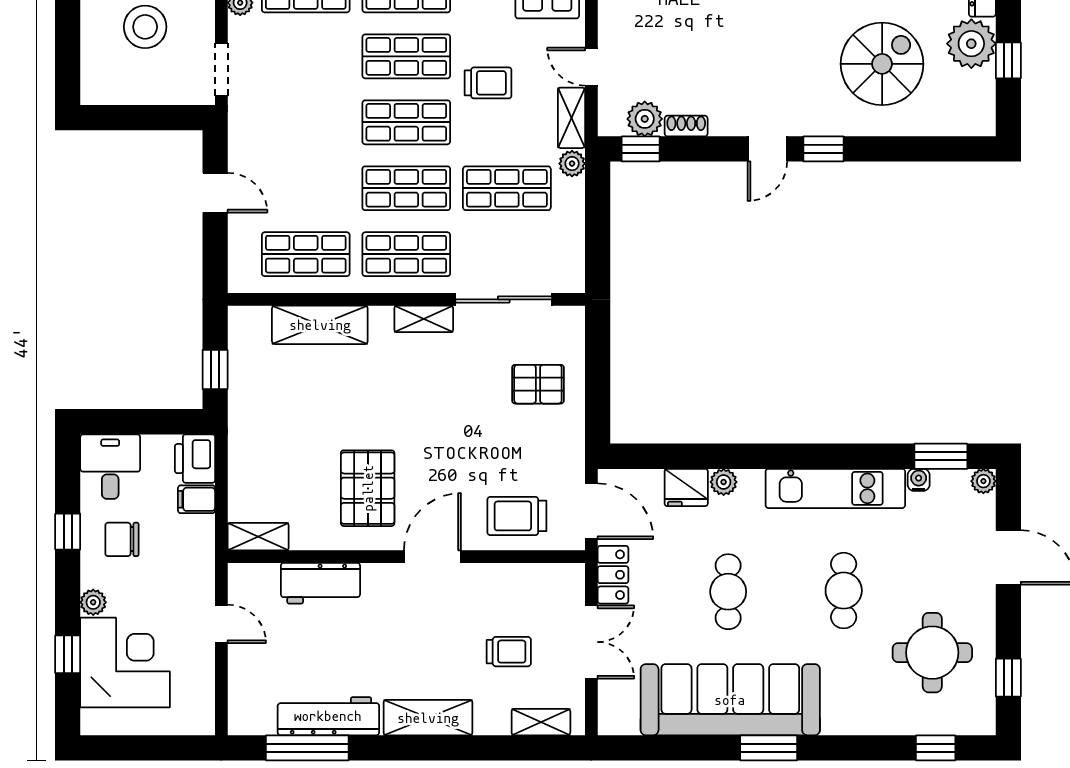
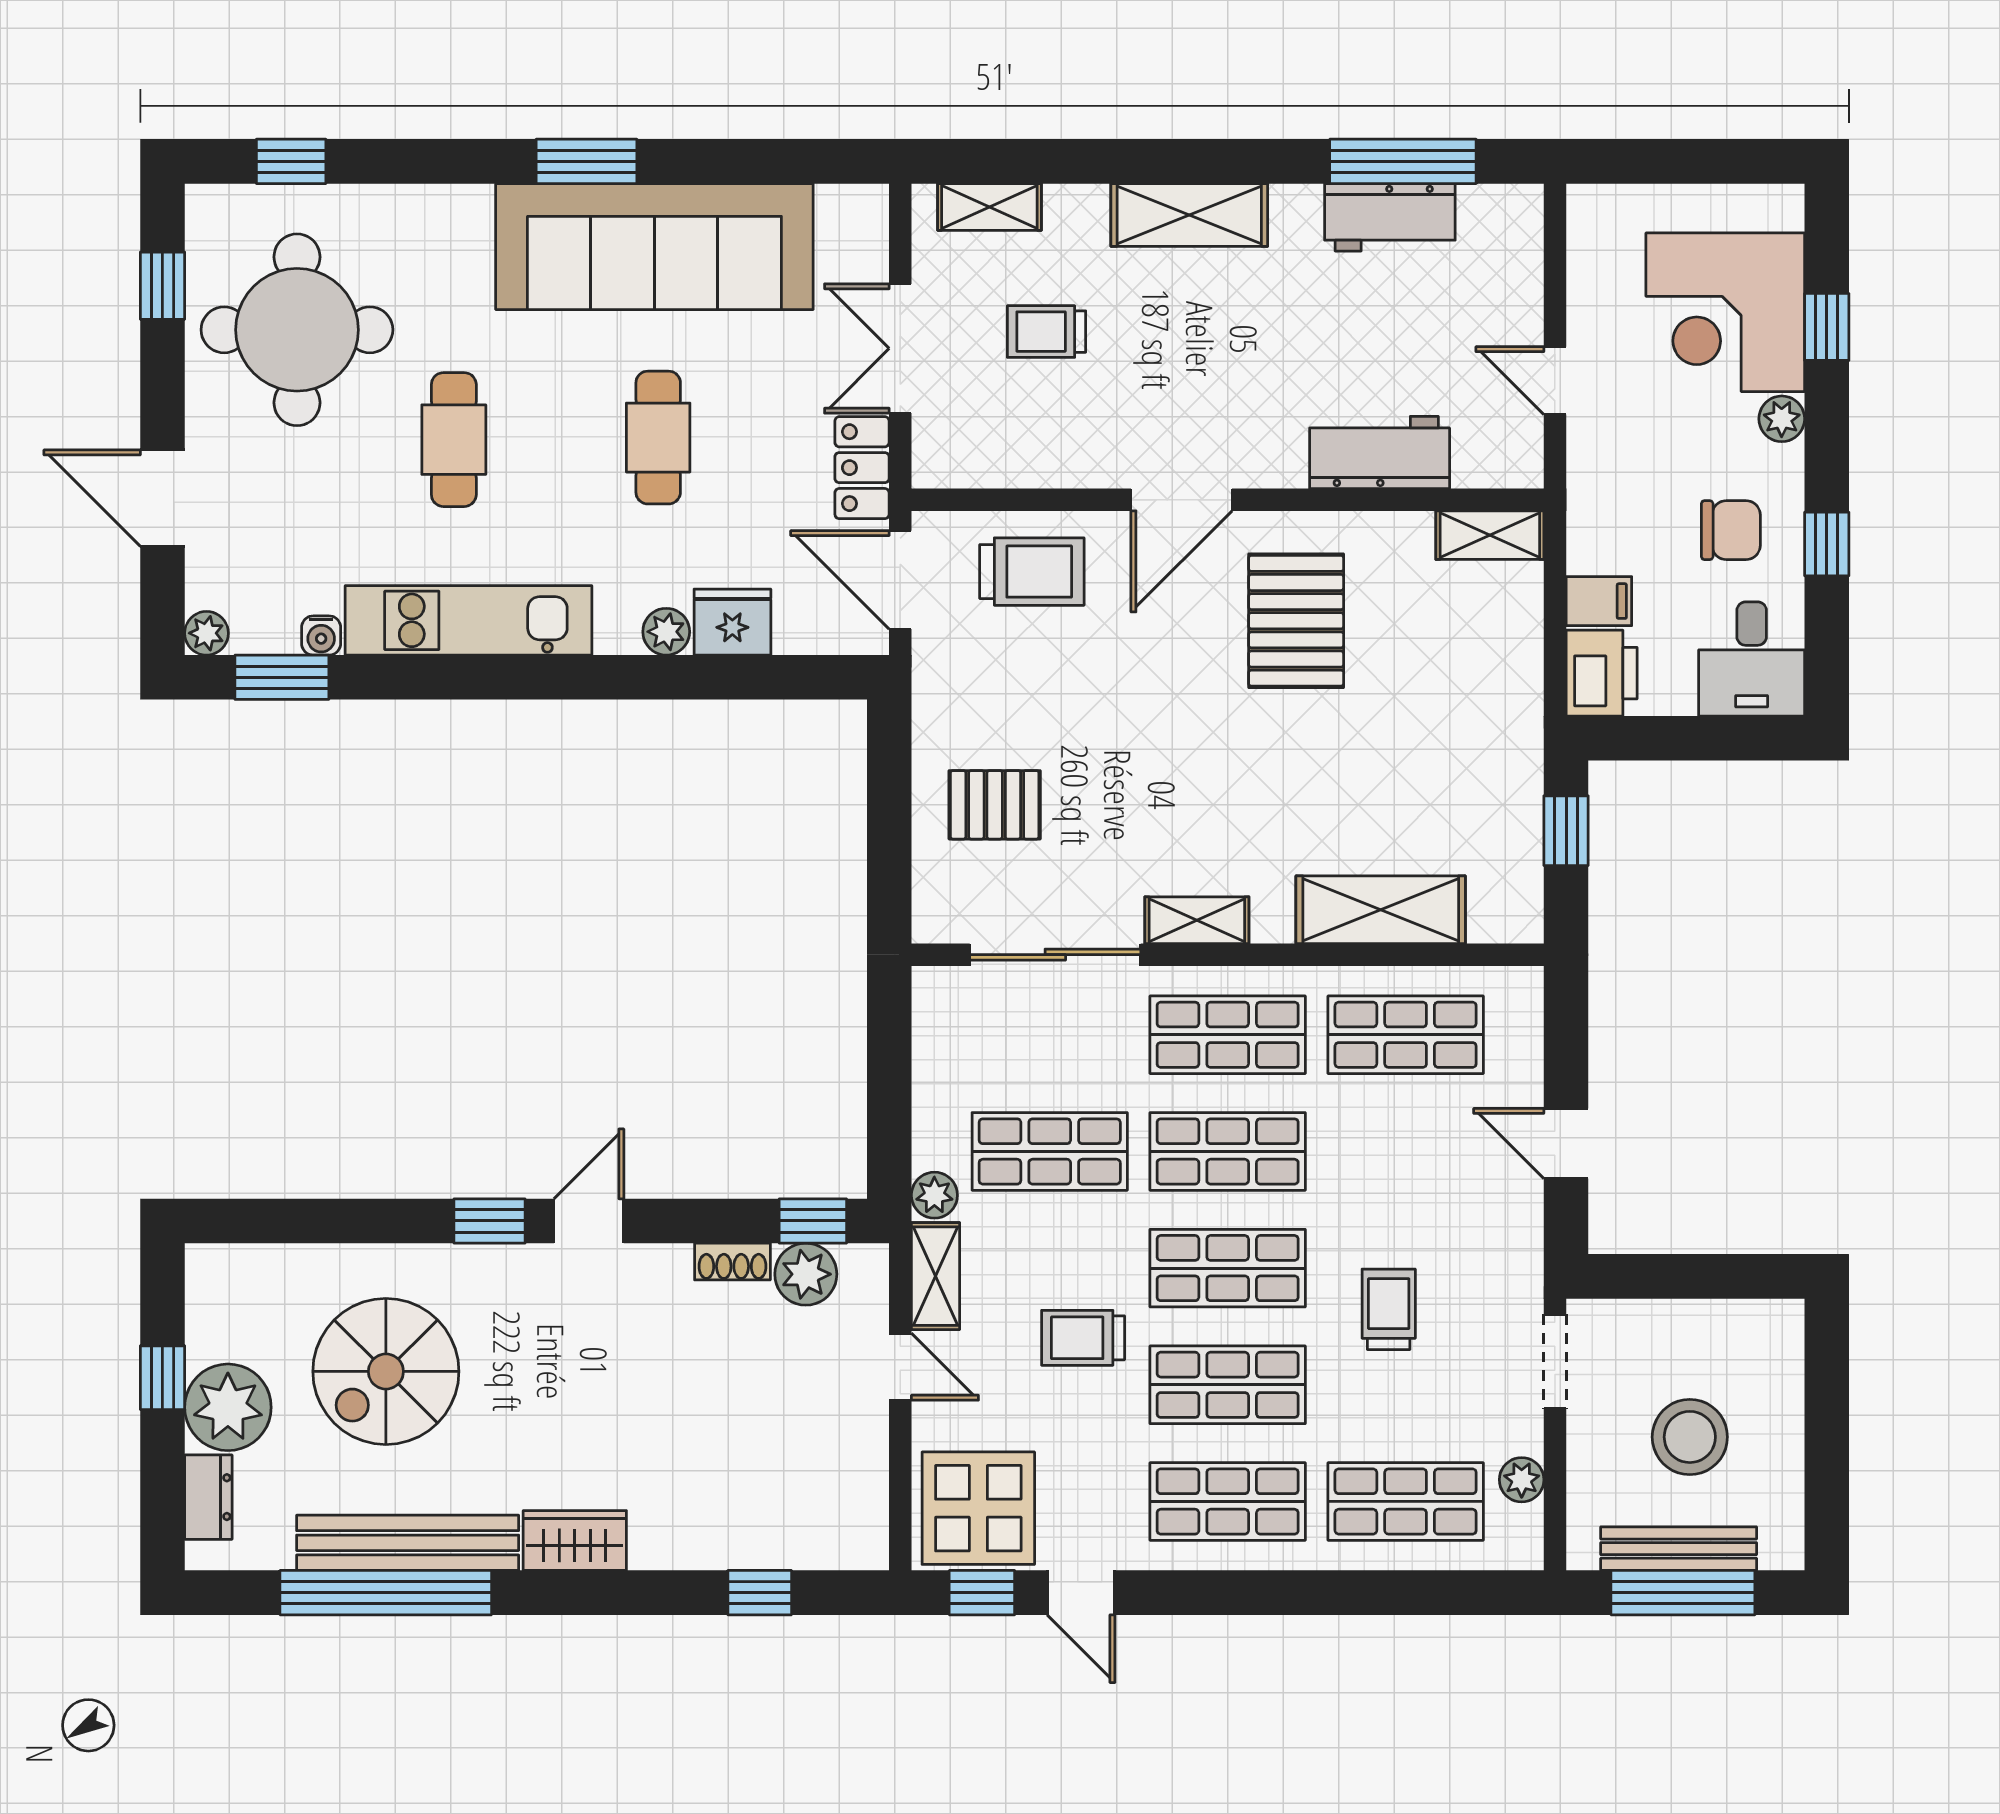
trolley: (315, 99) -> (1389, 1309), added
round table: (932, 653) -> (297, 330), width x1.36, depth x1.36
workbench: (328, 716) -> (1390, 217), width x0.73

